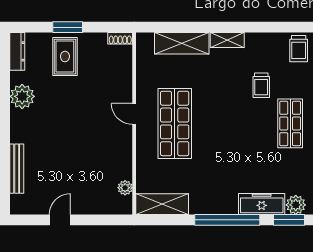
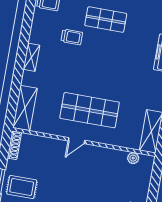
shoe rack: (120, 38) -> (14, 145), width x1.43
shelving: (182, 43) -> (25, 108), moved

